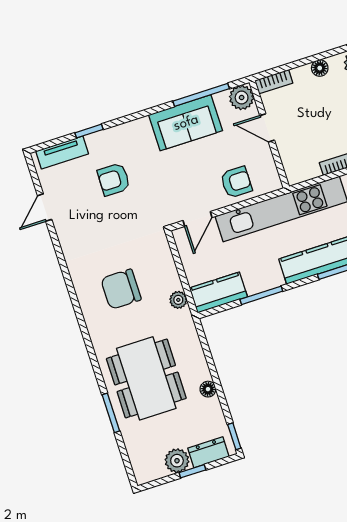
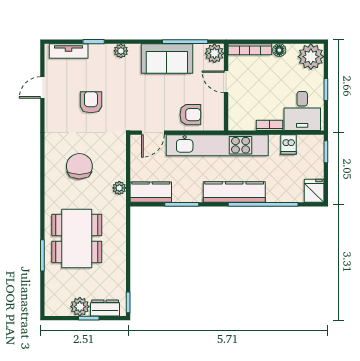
bookcase: (274, 82) -> (250, 49), width x1.56
plant: (126, 132) -> (121, 51), added
armchair: (114, 179) -> (91, 102), moved, turned 89
chair: (121, 289) -> (79, 166), turned 90
floor lamp: (208, 389) -> (120, 261), removed

